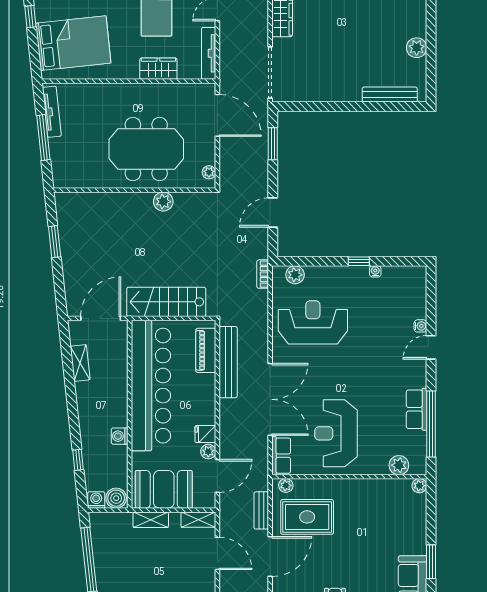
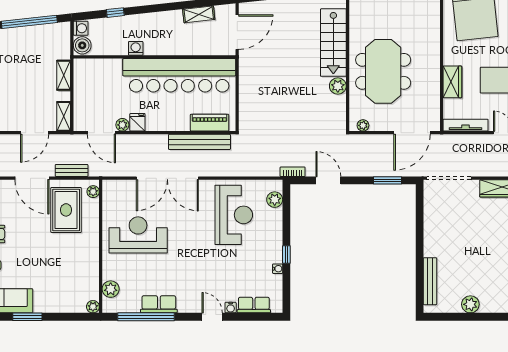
bookcase: (263, 274) -> (293, 172), moved
stairs: (166, 302) -> (333, 43), moved, turned 180
door: (101, 318) -> (237, 32), hinge flipped
row of seats: (281, 456) -> (254, 305), moved, turned 180
booth: (164, 489) -> (90, 86), removed

